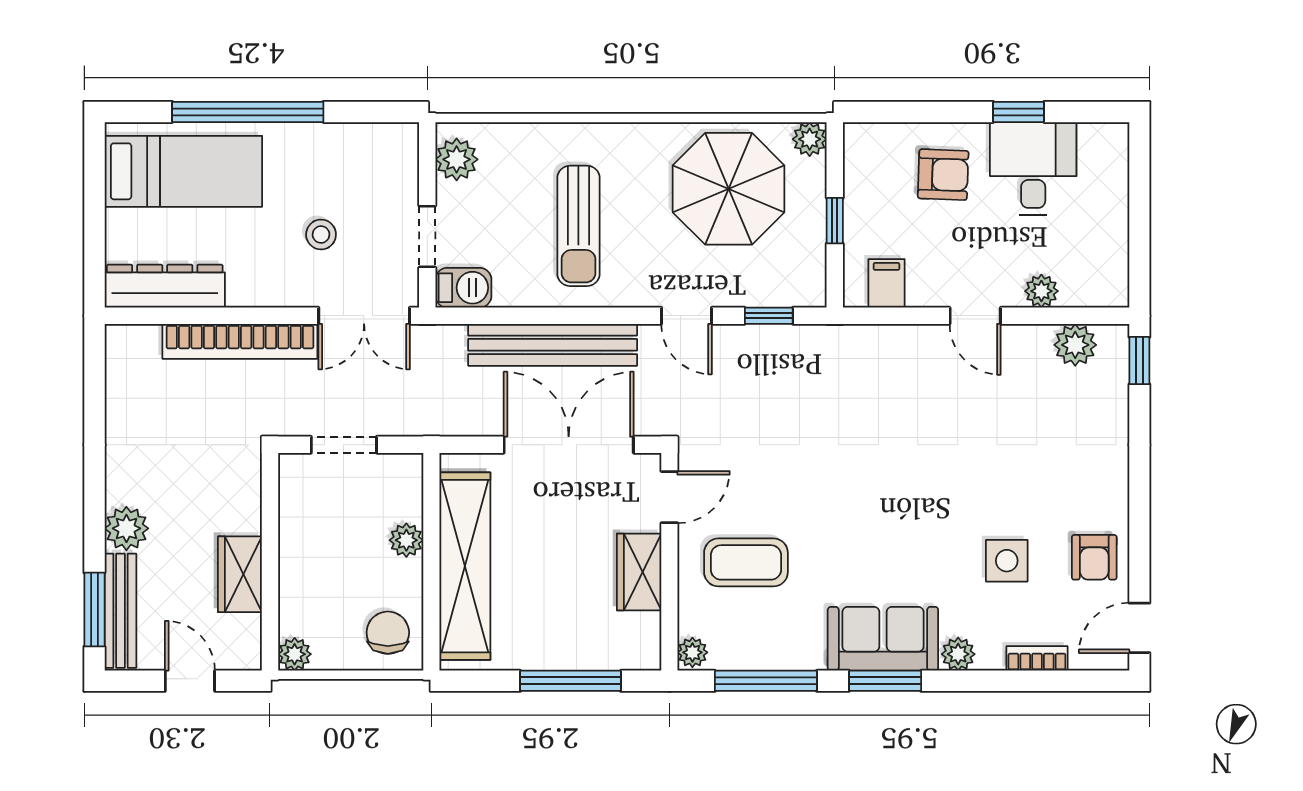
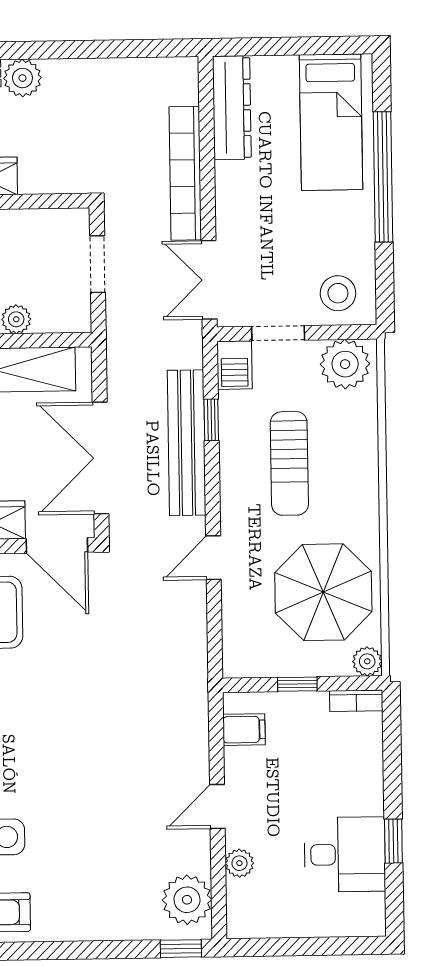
bookcase: (855, 153) -> (356, 701), added
plant: (457, 159) -> (345, 364), width x1.36, depth x1.36
armchair: (943, 175) -> (338, 777), removed
sun lounger: (578, 226) -> (289, 463), turned -90
stool: (321, 234) -> (338, 293), moved, width x1.37, depth x1.37
window: (769, 316) -> (211, 420), moved
plant: (1075, 345) -> (187, 900), width x1.36, depth x1.36
double door: (569, 445) -> (101, 458), swing flipped
door: (669, 497) -> (57, 545), width x1.38

